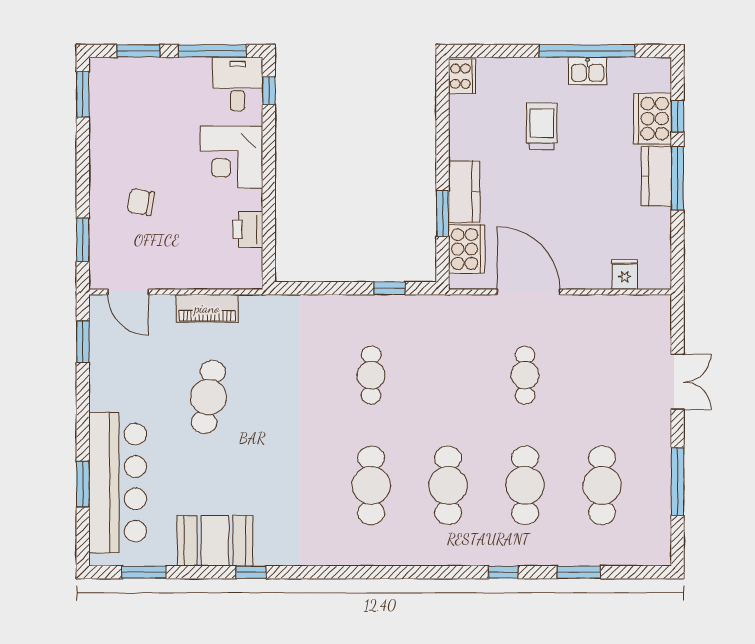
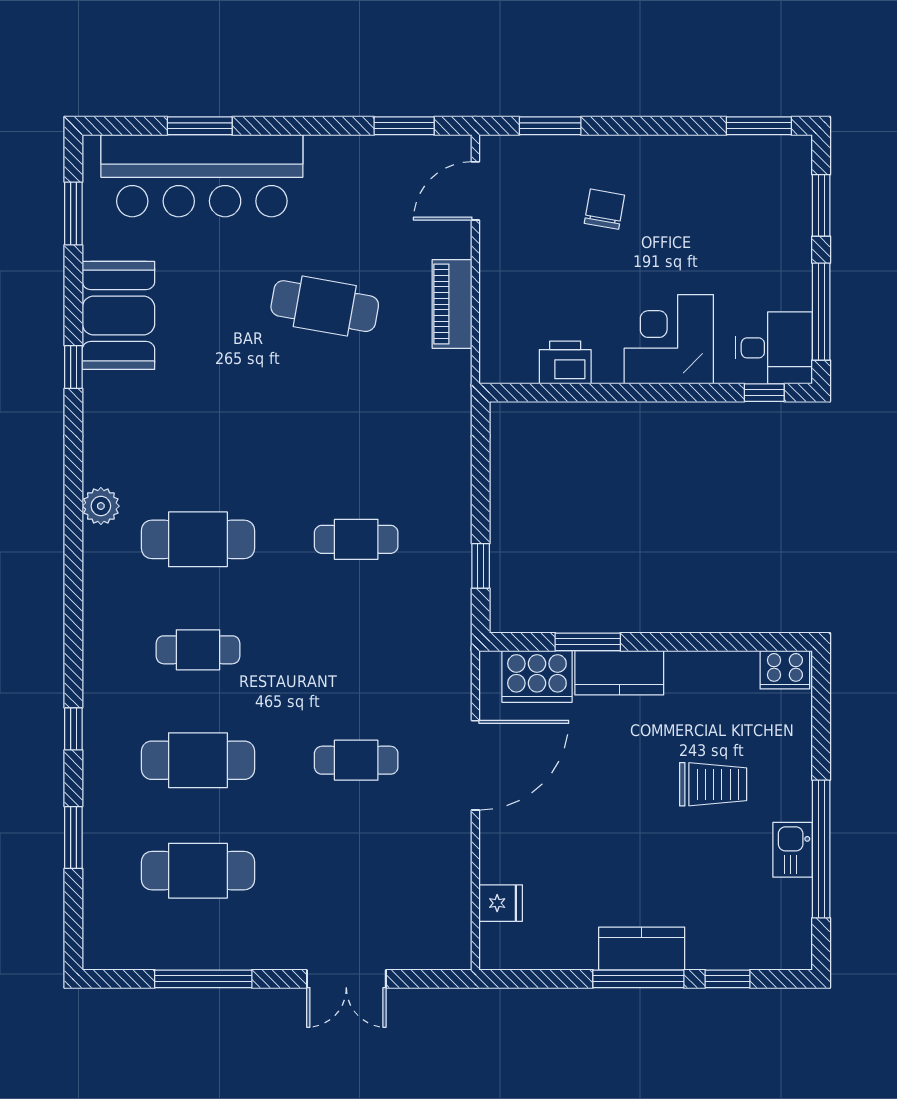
cooker: (653, 119) -> (724, 943), removed
cafe table: (448, 485) -> (198, 650), width x0.73, depth x0.74
plant: (348, 553) -> (101, 506), added

